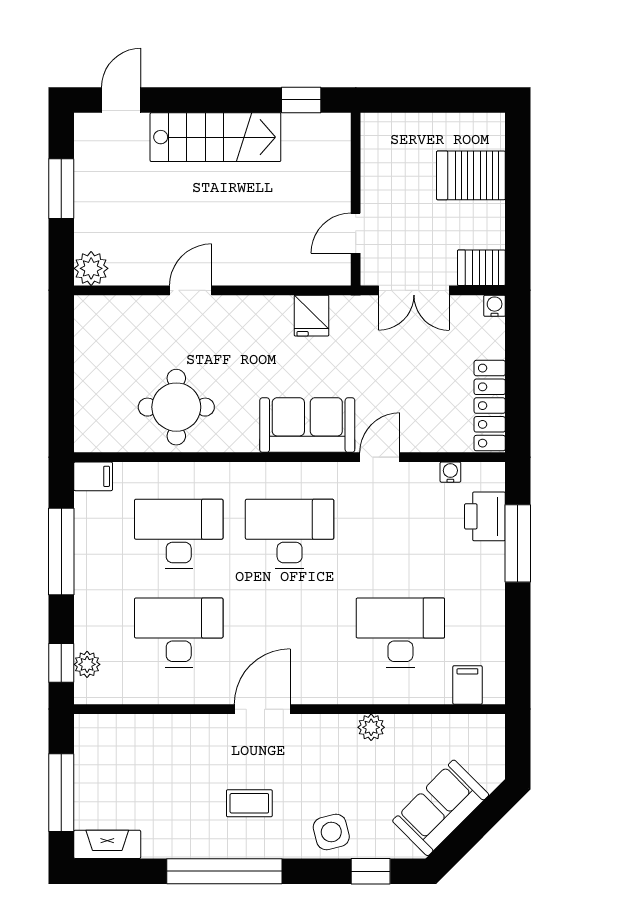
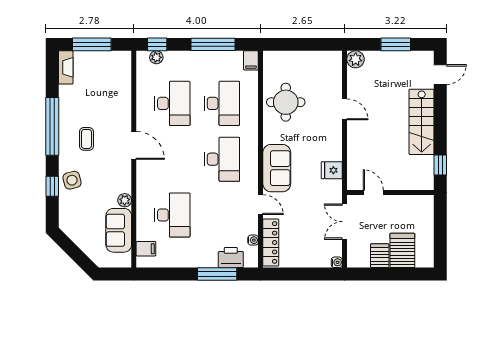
door: (121, 100) -> (440, 74), hinge flipped
server rack: (481, 268) -> (380, 256), moved
locker: (490, 406) -> (271, 243), moved, turned 90
sofa: (441, 808) -> (119, 230), moved, turned -135
window: (371, 871) -> (52, 186), moved

